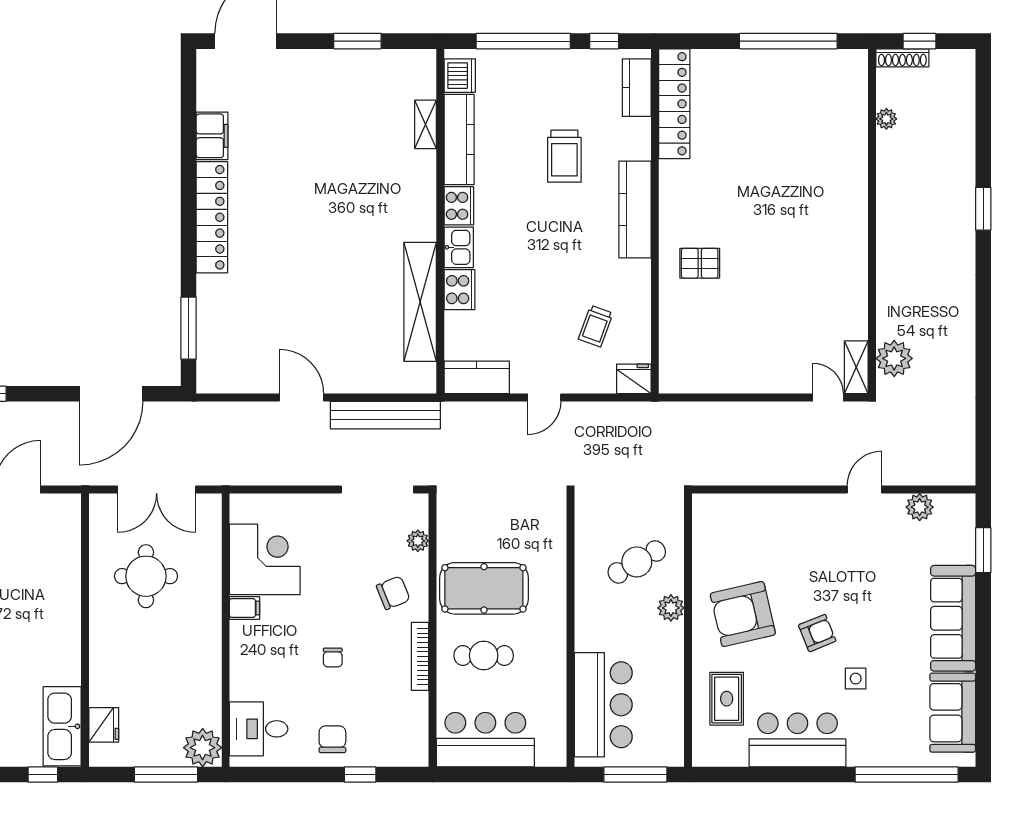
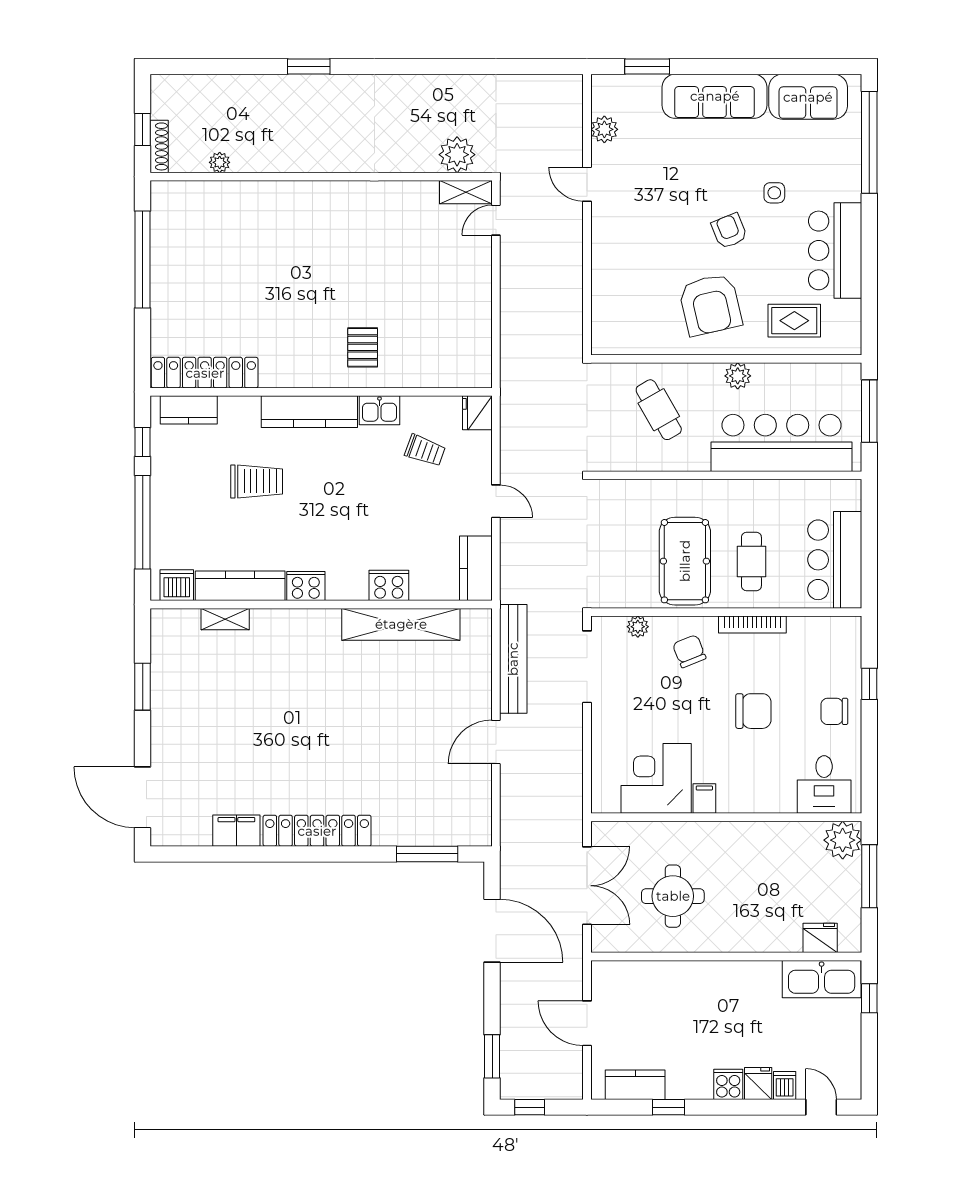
kitchen sink: (459, 247) -> (379, 410), moved, turned 180
plant: (671, 608) -> (738, 376), moved
chair: (333, 657) -> (753, 711), width x1.87, depth x1.87
bar counter: (603, 705) -> (782, 443), width x1.36

